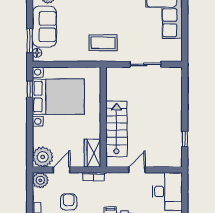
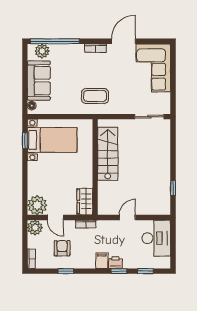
window: (30, 41) -> (25, 94), removed
sliding door: (145, 64) -> (149, 117), moved
bed with nightstands: (58, 97) -> (52, 140), width x0.73
stairs: (116, 129) -> (108, 154), moved
door: (62, 170) -> (55, 217), swing flipped

